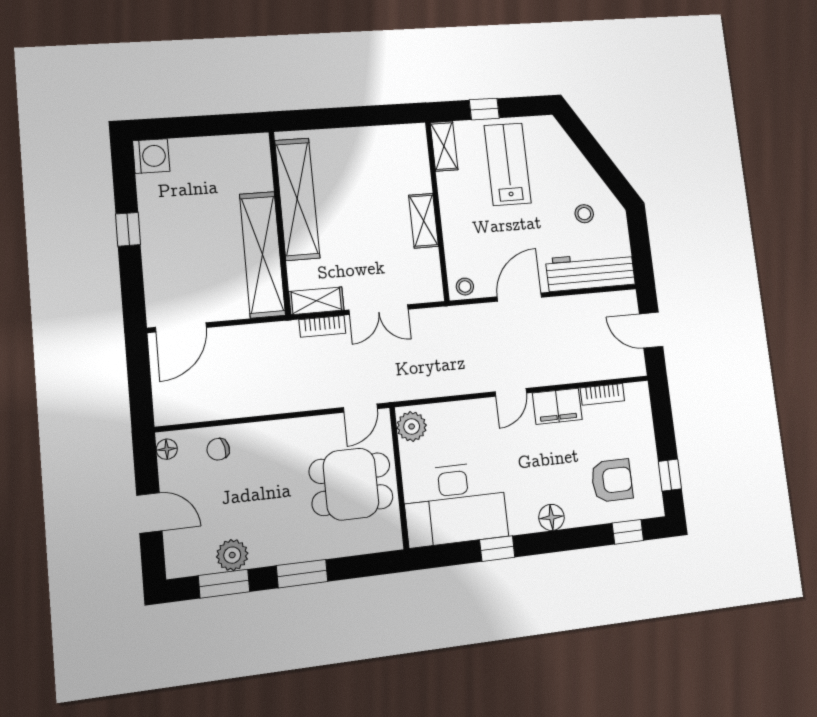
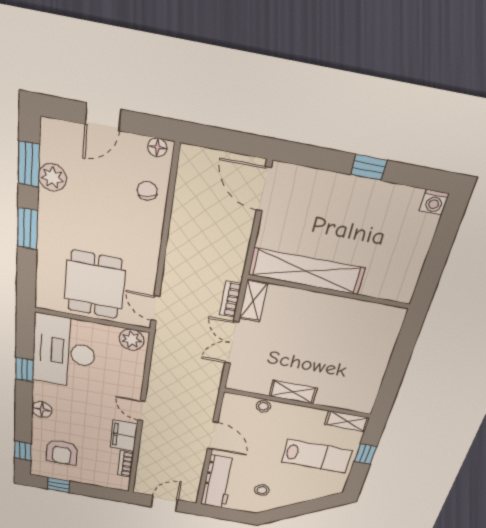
washing machine: (151, 156) -> (434, 202), width x0.73, depth x0.73
shelving: (297, 199) -> (344, 310), removed
stool: (465, 287) -> (263, 406), moved

